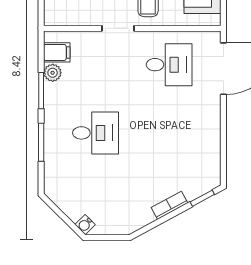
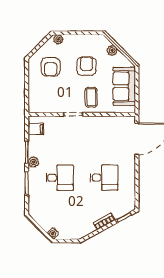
desk: (169, 65) -> (104, 178), moved
plant: (53, 73) -> (33, 162), moved

